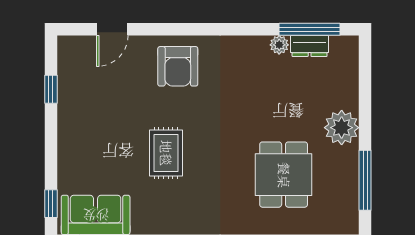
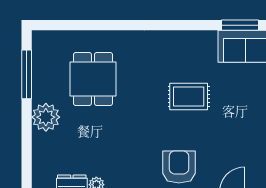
rug: (166, 153) -> (189, 97), turned 90

